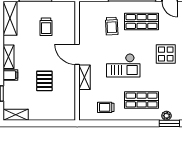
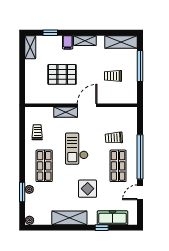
pallet: (44, 81) -> (62, 74), width x1.50, depth x1.42

